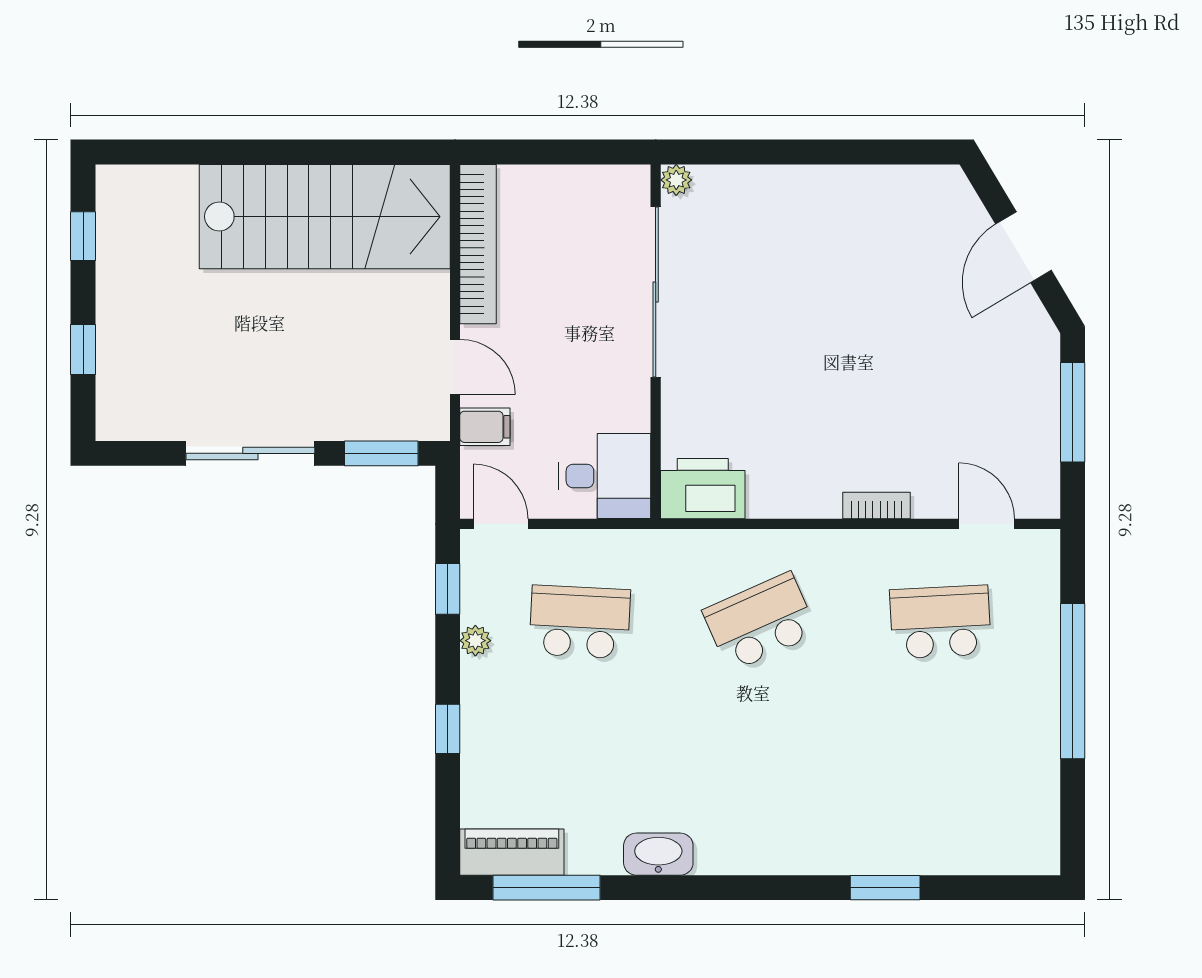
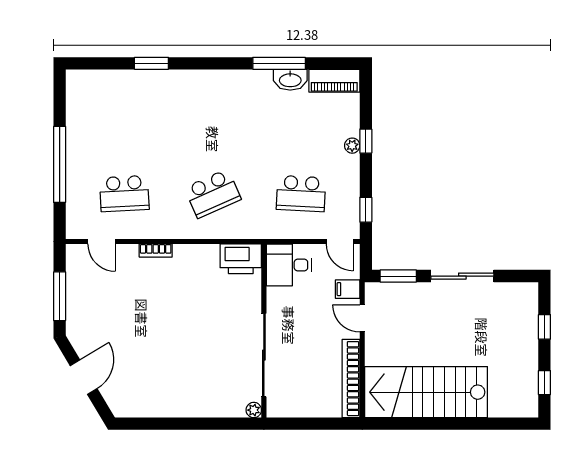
plant: (475, 641) -> (352, 146), moved
washbasin: (658, 854) -> (290, 80), moved
window: (546, 888) -> (279, 63), moved

